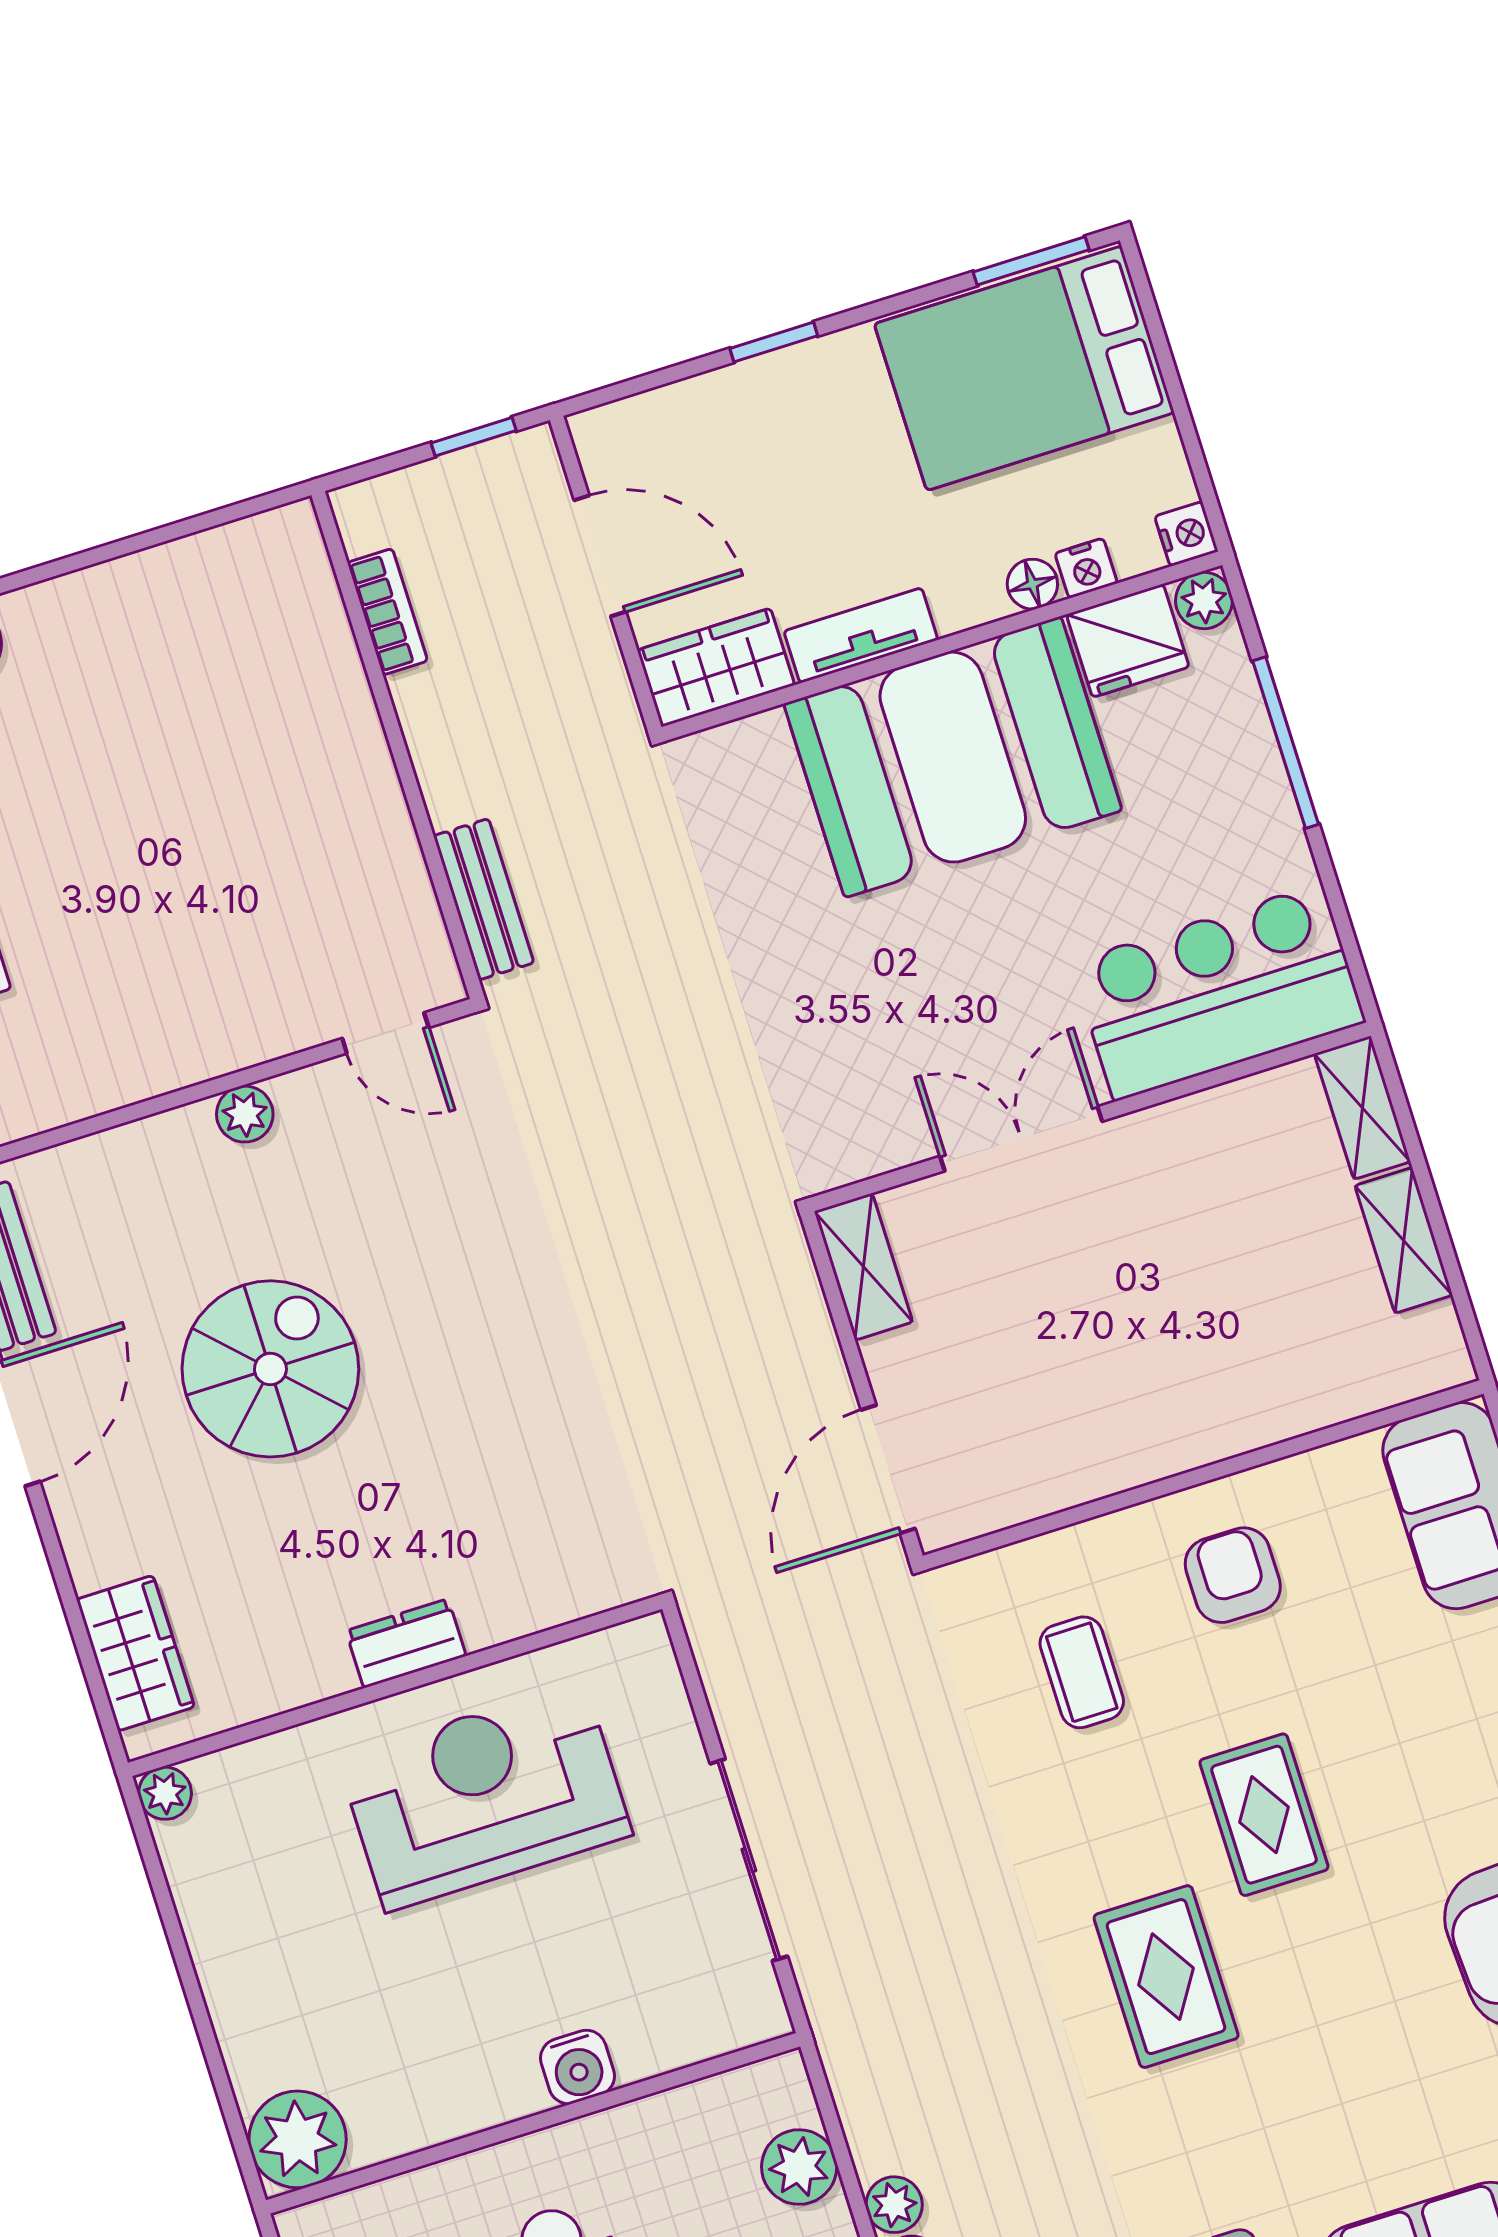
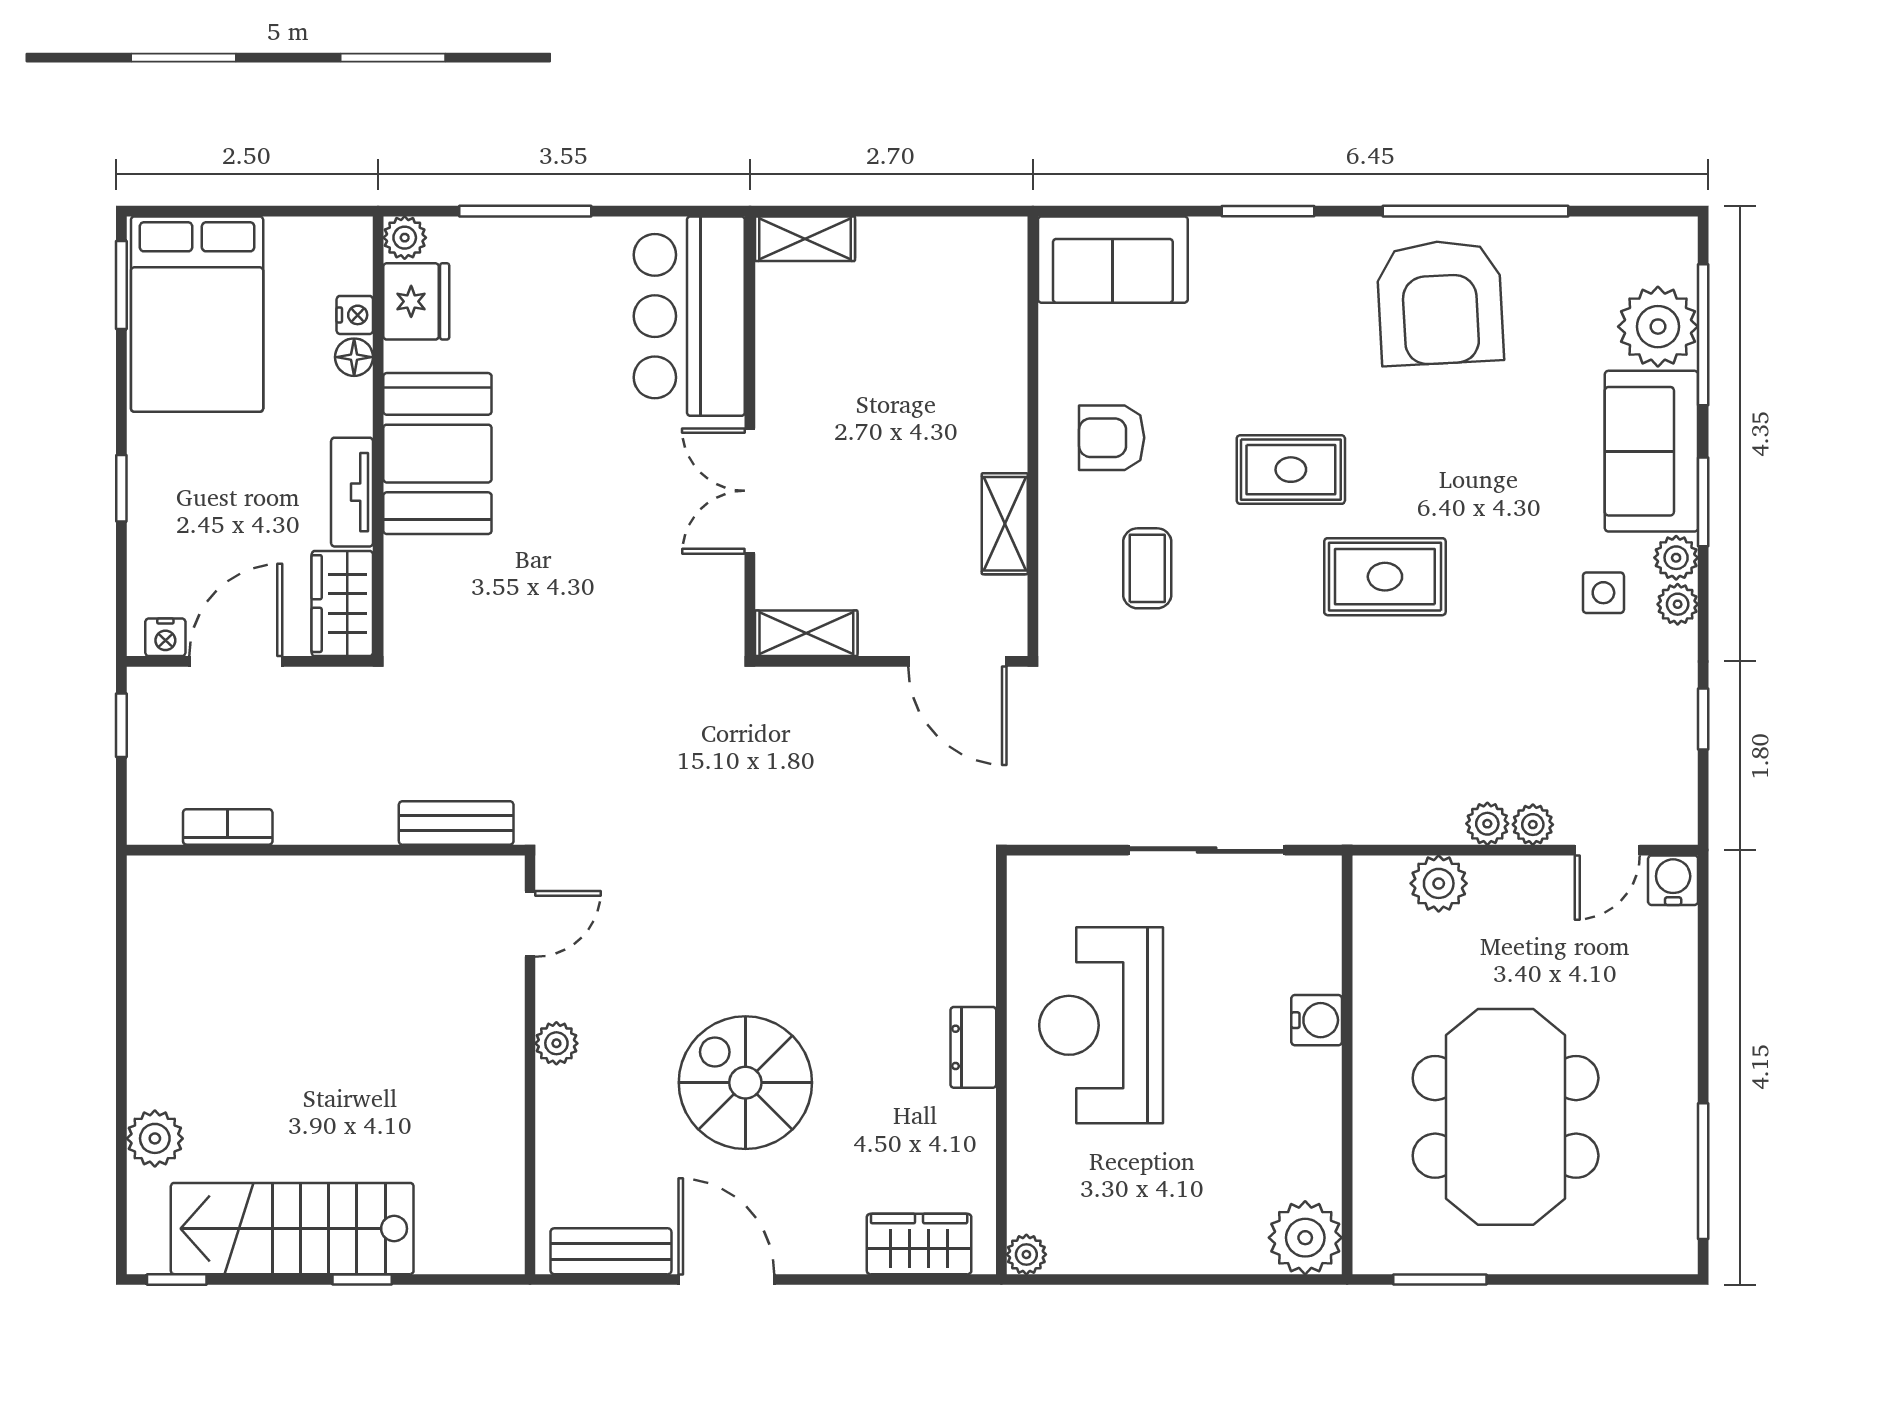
nightstand: (1186, 534) -> (165, 637), moved, turned 180
booth: (953, 757) -> (437, 454), width x0.73, depth x0.70
shelving: (1404, 1240) -> (1005, 524), moved, turned 90
coffee table: (1082, 1672) -> (1147, 568), turned 90

